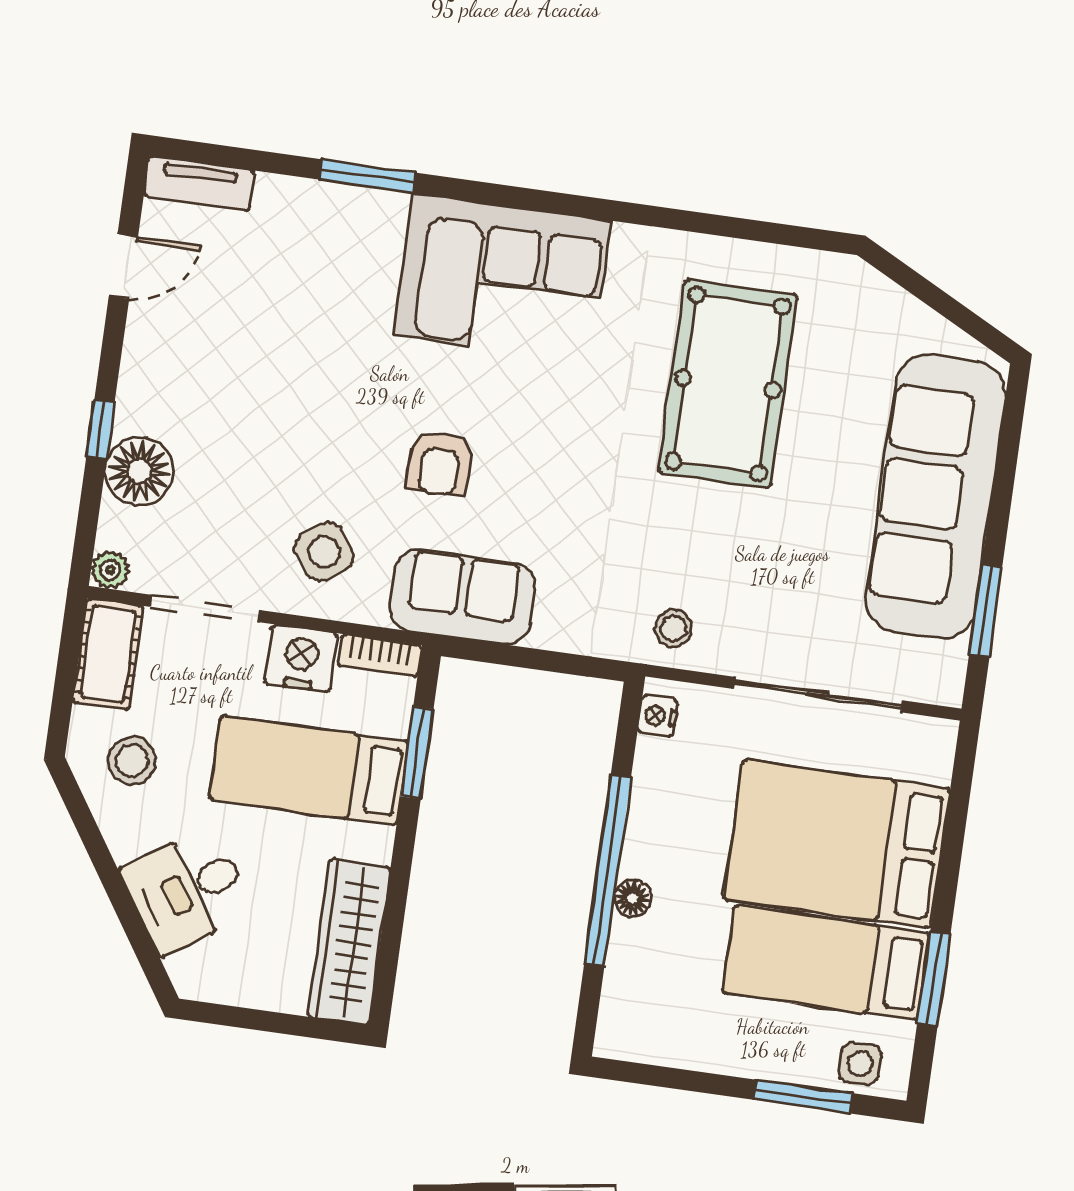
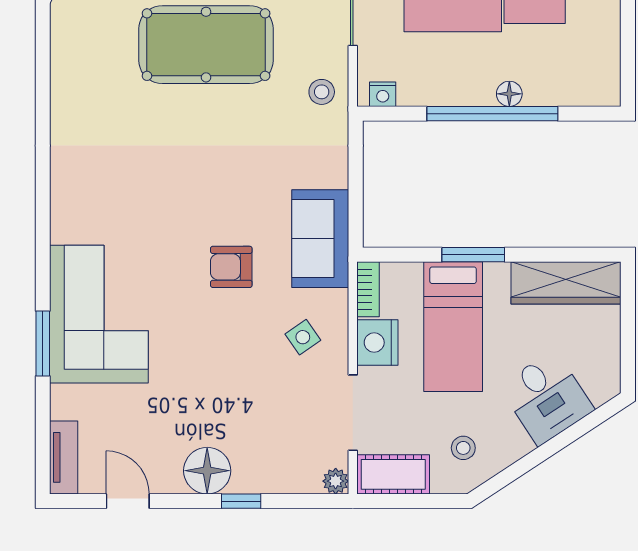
corner sofa: (502, 278) -> (99, 314), moved
pool table: (728, 384) -> (206, 45), moved
armchair: (440, 463) -> (231, 267), turned 180
floor lamp: (139, 471) -> (207, 471), moved
side table: (324, 552) -> (303, 337), width x0.73, depth x0.73
window: (417, 753) -> (473, 255), moved
stool: (132, 760) -> (463, 448), width x0.73, depth x0.73

